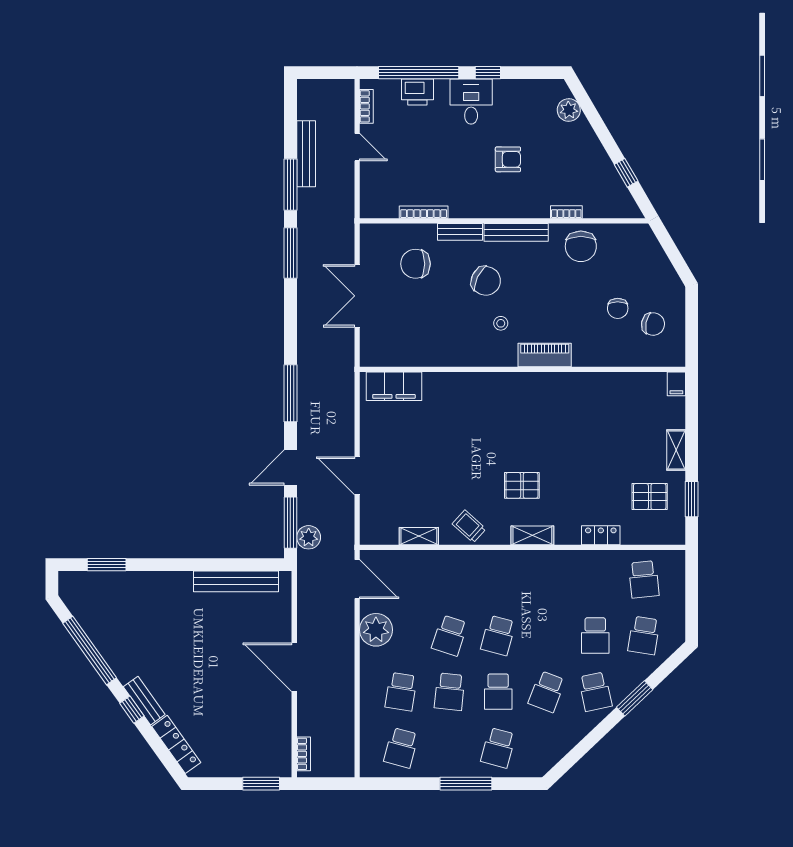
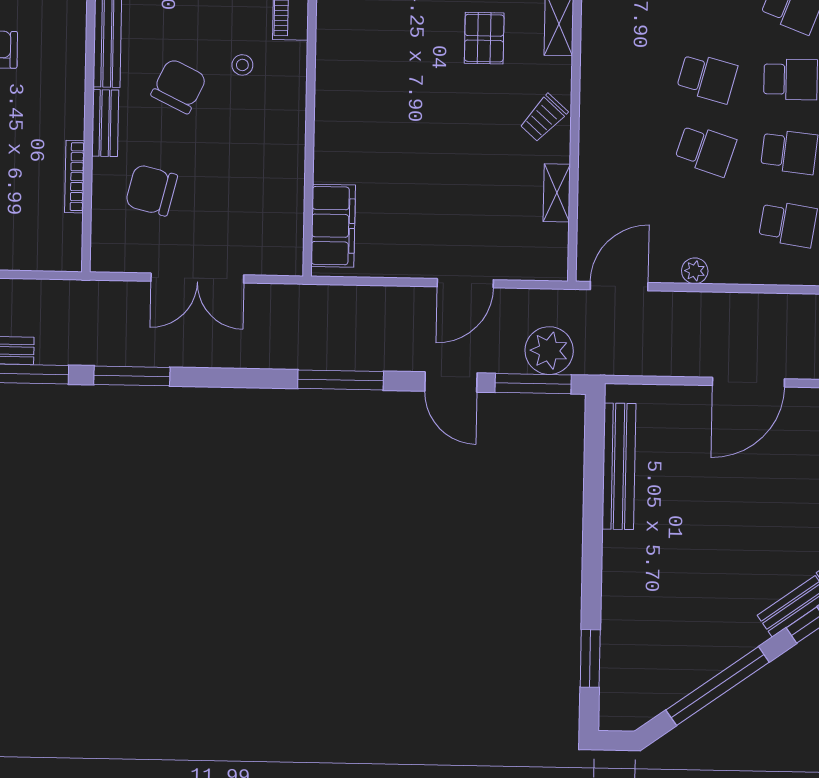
chair: (415, 264) -> (151, 190), turned 104
plant: (309, 537) -> (549, 351), width x1.36, depth x1.36
plant: (376, 630) -> (695, 271), width x0.53, depth x0.53

